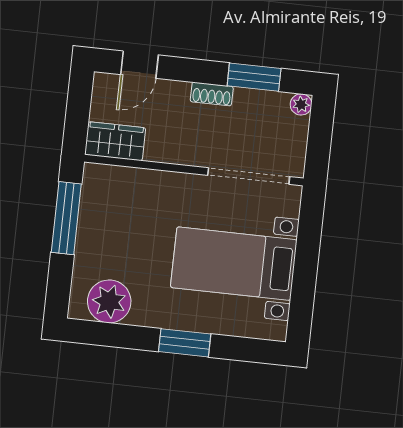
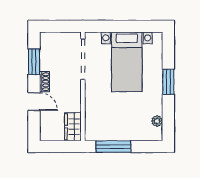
door: (139, 65) -> (34, 102), moved
plant: (301, 104) -> (45, 37), removed
plant: (109, 301) -> (157, 121), width x0.53, depth x0.53

